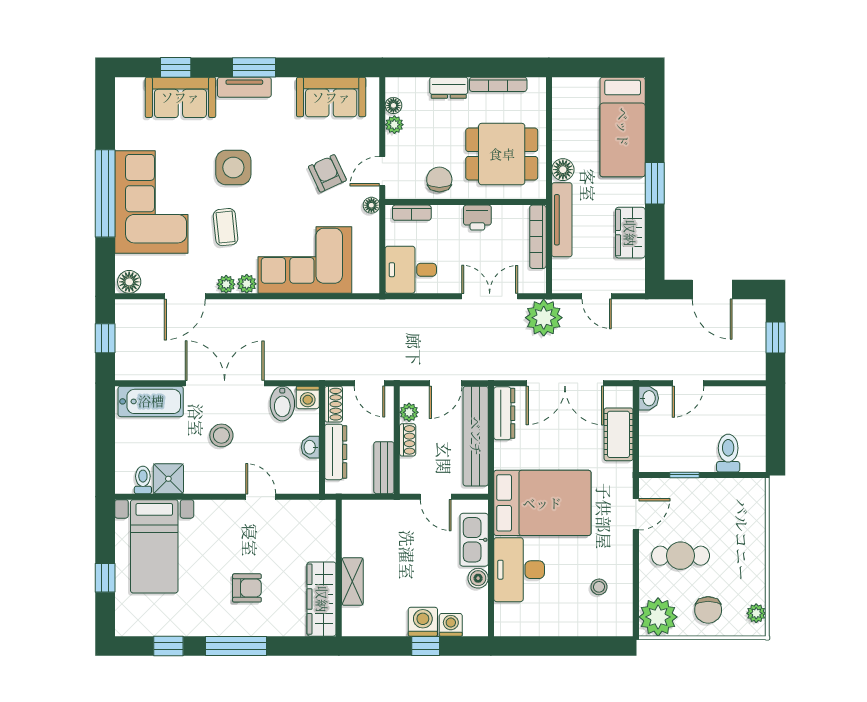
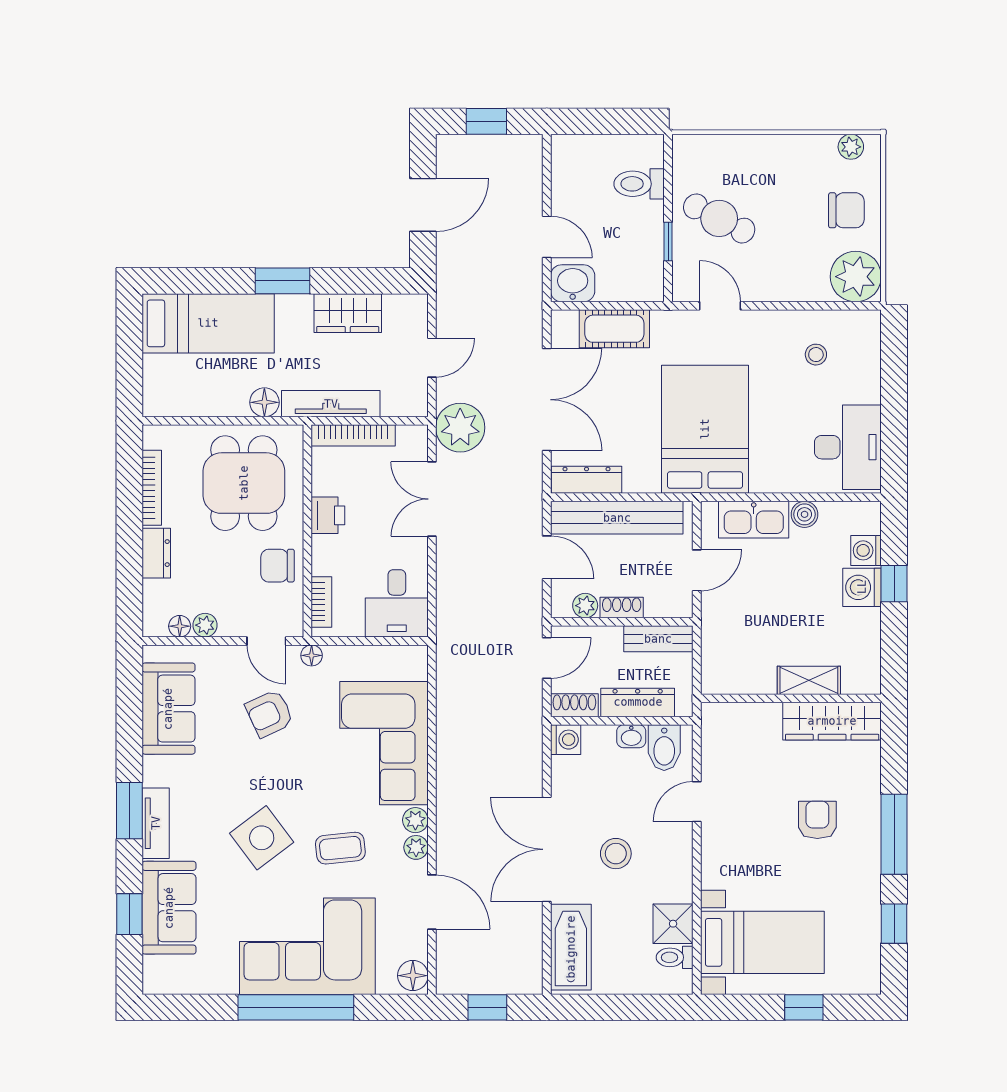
side table: (233, 167) -> (262, 838), turned -37
washbasin: (649, 398) -> (573, 283), width x1.38, depth x1.45
bidet: (282, 404) -> (664, 748), moved, turned 90
cafe table: (681, 556) -> (719, 218), moved, turned -63
desk: (519, 570) -> (848, 447), moved, turned -90

